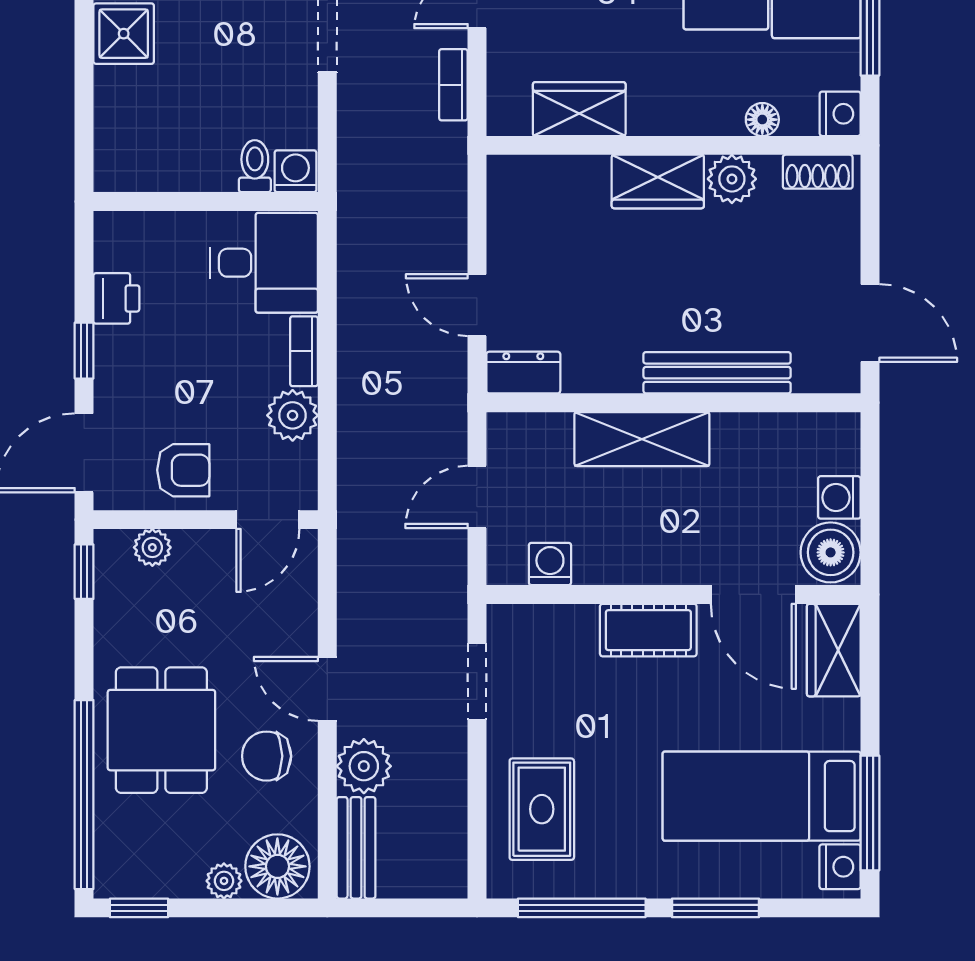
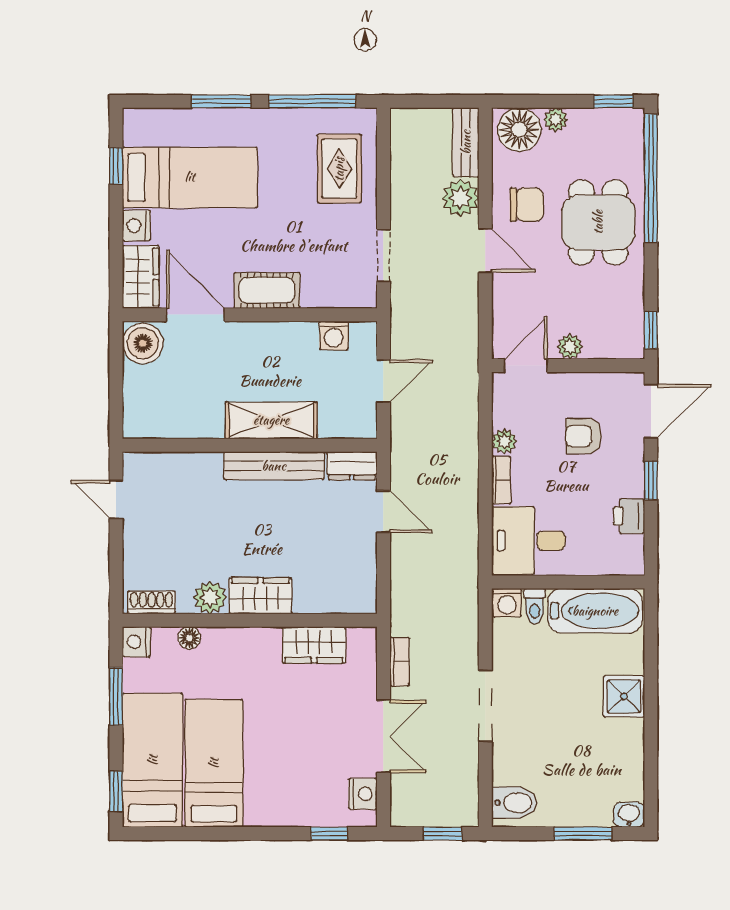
bathtub: (166, 160) -> (595, 611), added
door: (870, 323) -> (116, 499), width x0.73
bench: (717, 373) -> (274, 466), moved
plant: (293, 415) -> (504, 441), width x0.73, depth x0.73
armchair: (183, 470) -> (584, 436), moved
washing machine: (839, 497) -> (137, 381), removed
plant: (152, 547) -> (570, 347), moved
window: (870, 813) -> (116, 166), width x0.46
nightstand: (840, 867) -> (136, 226), moved

